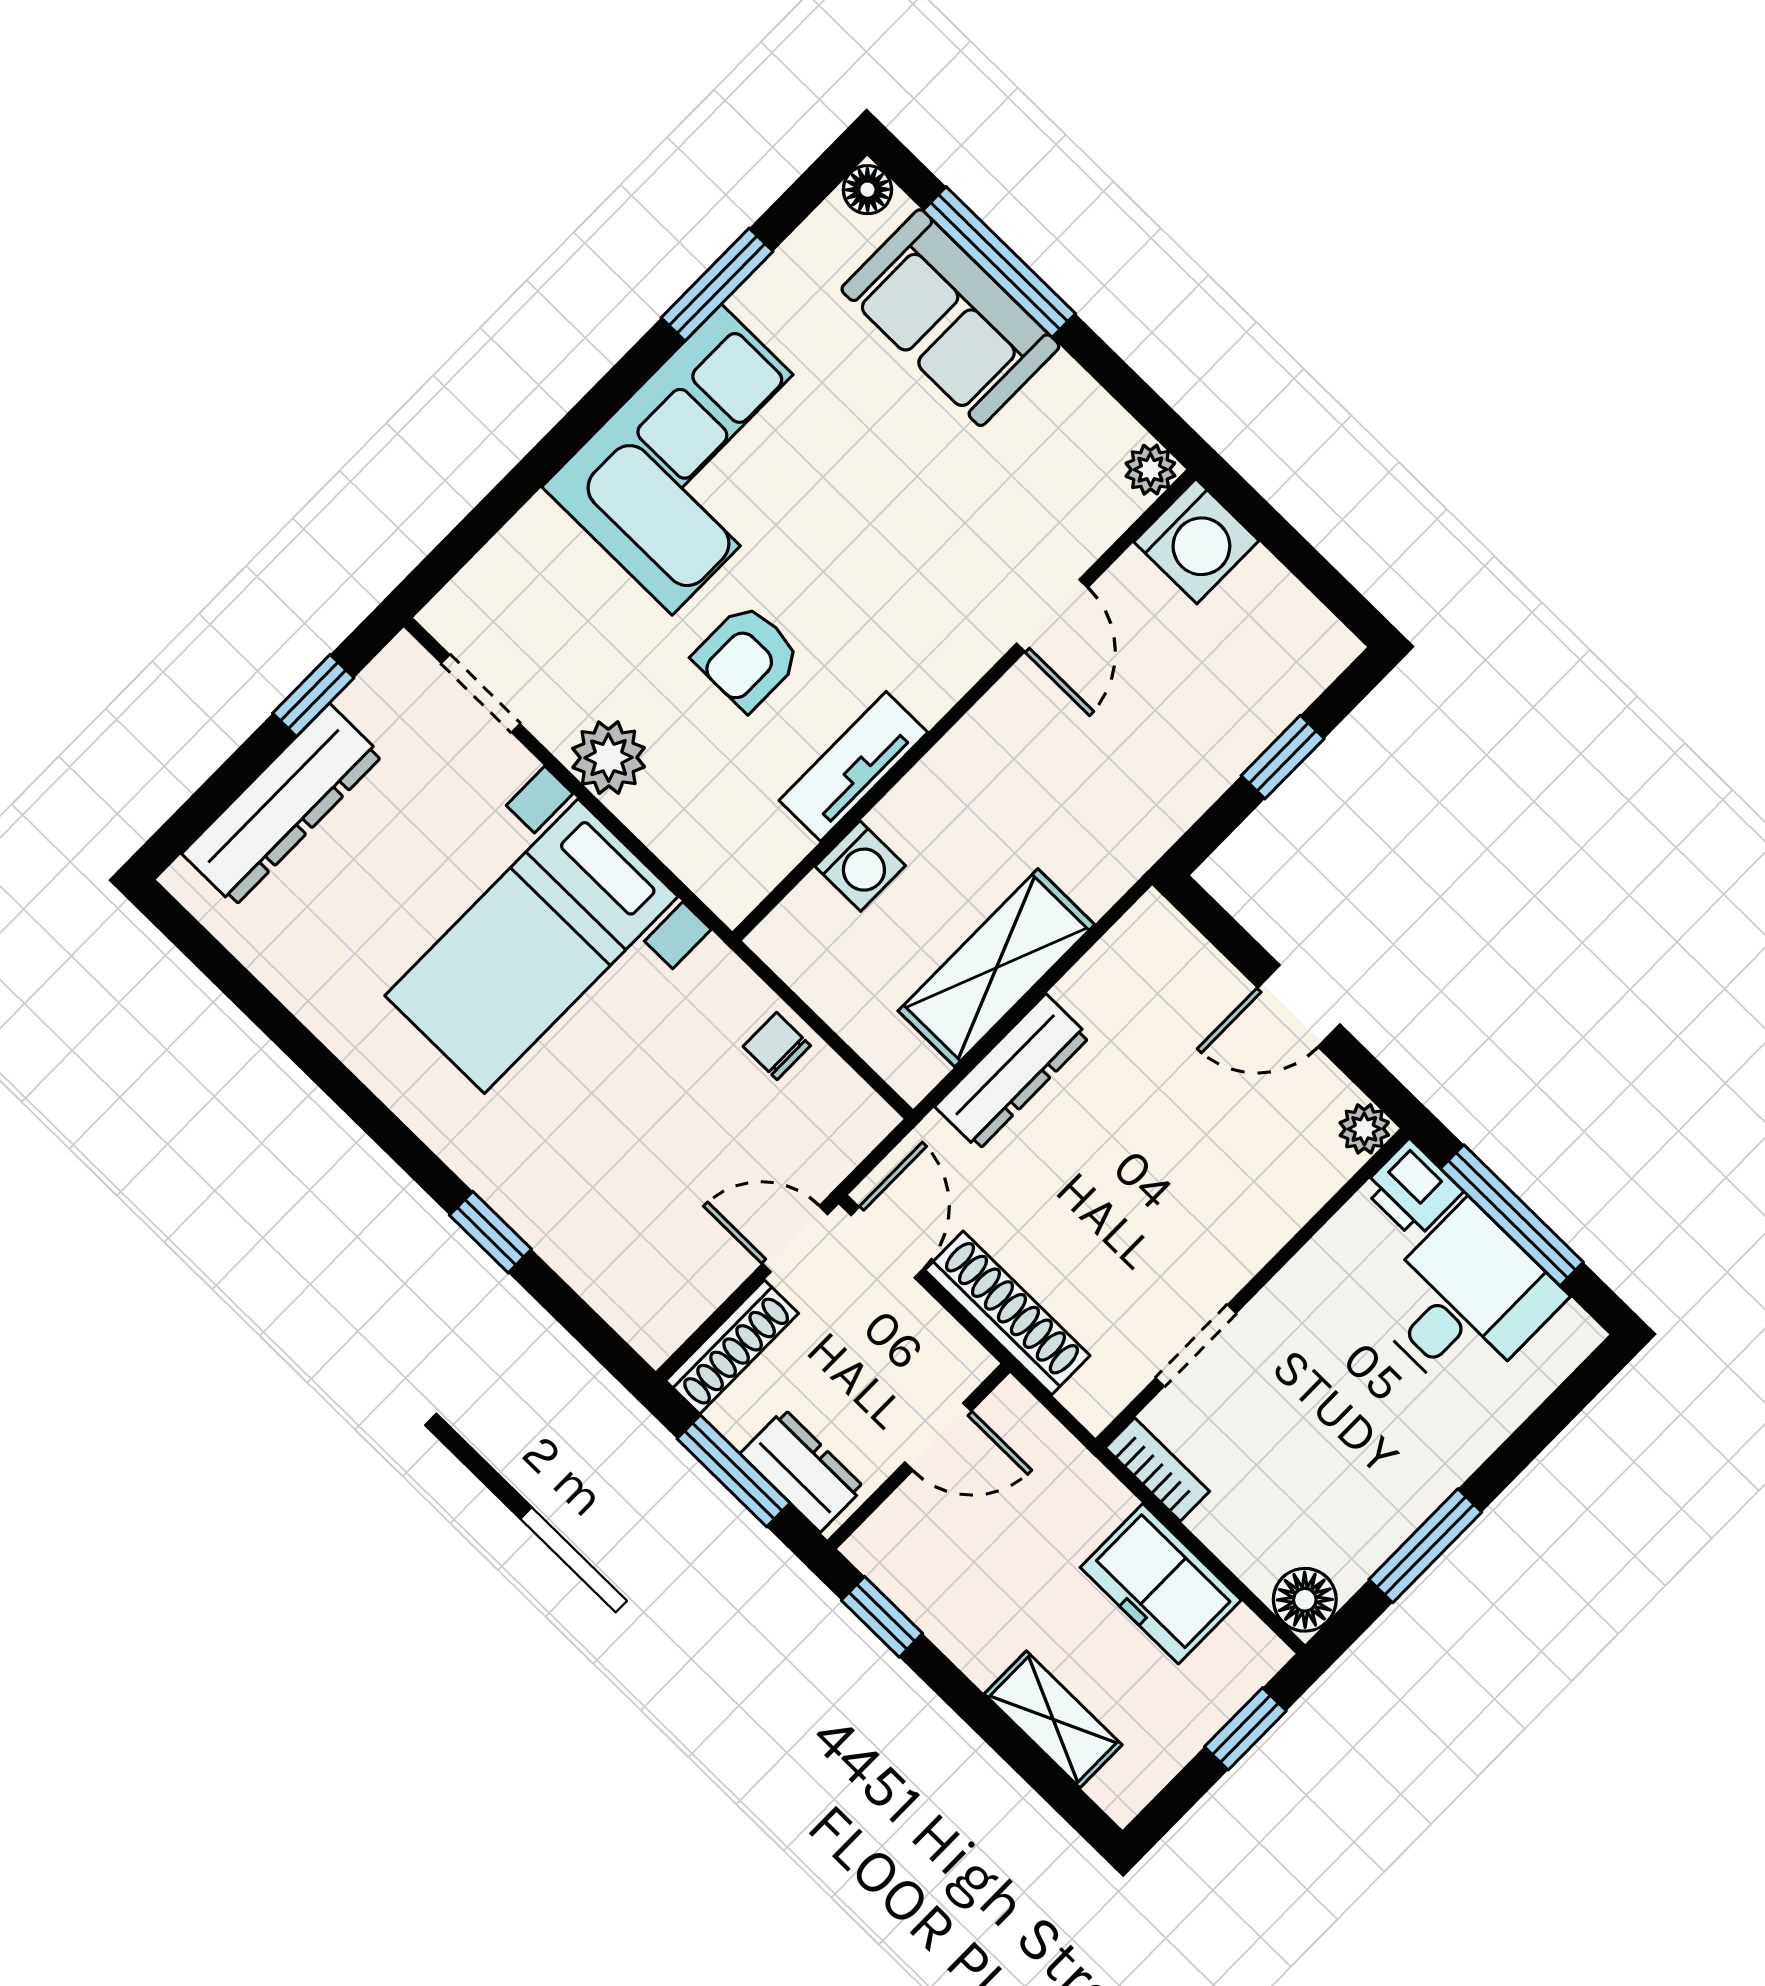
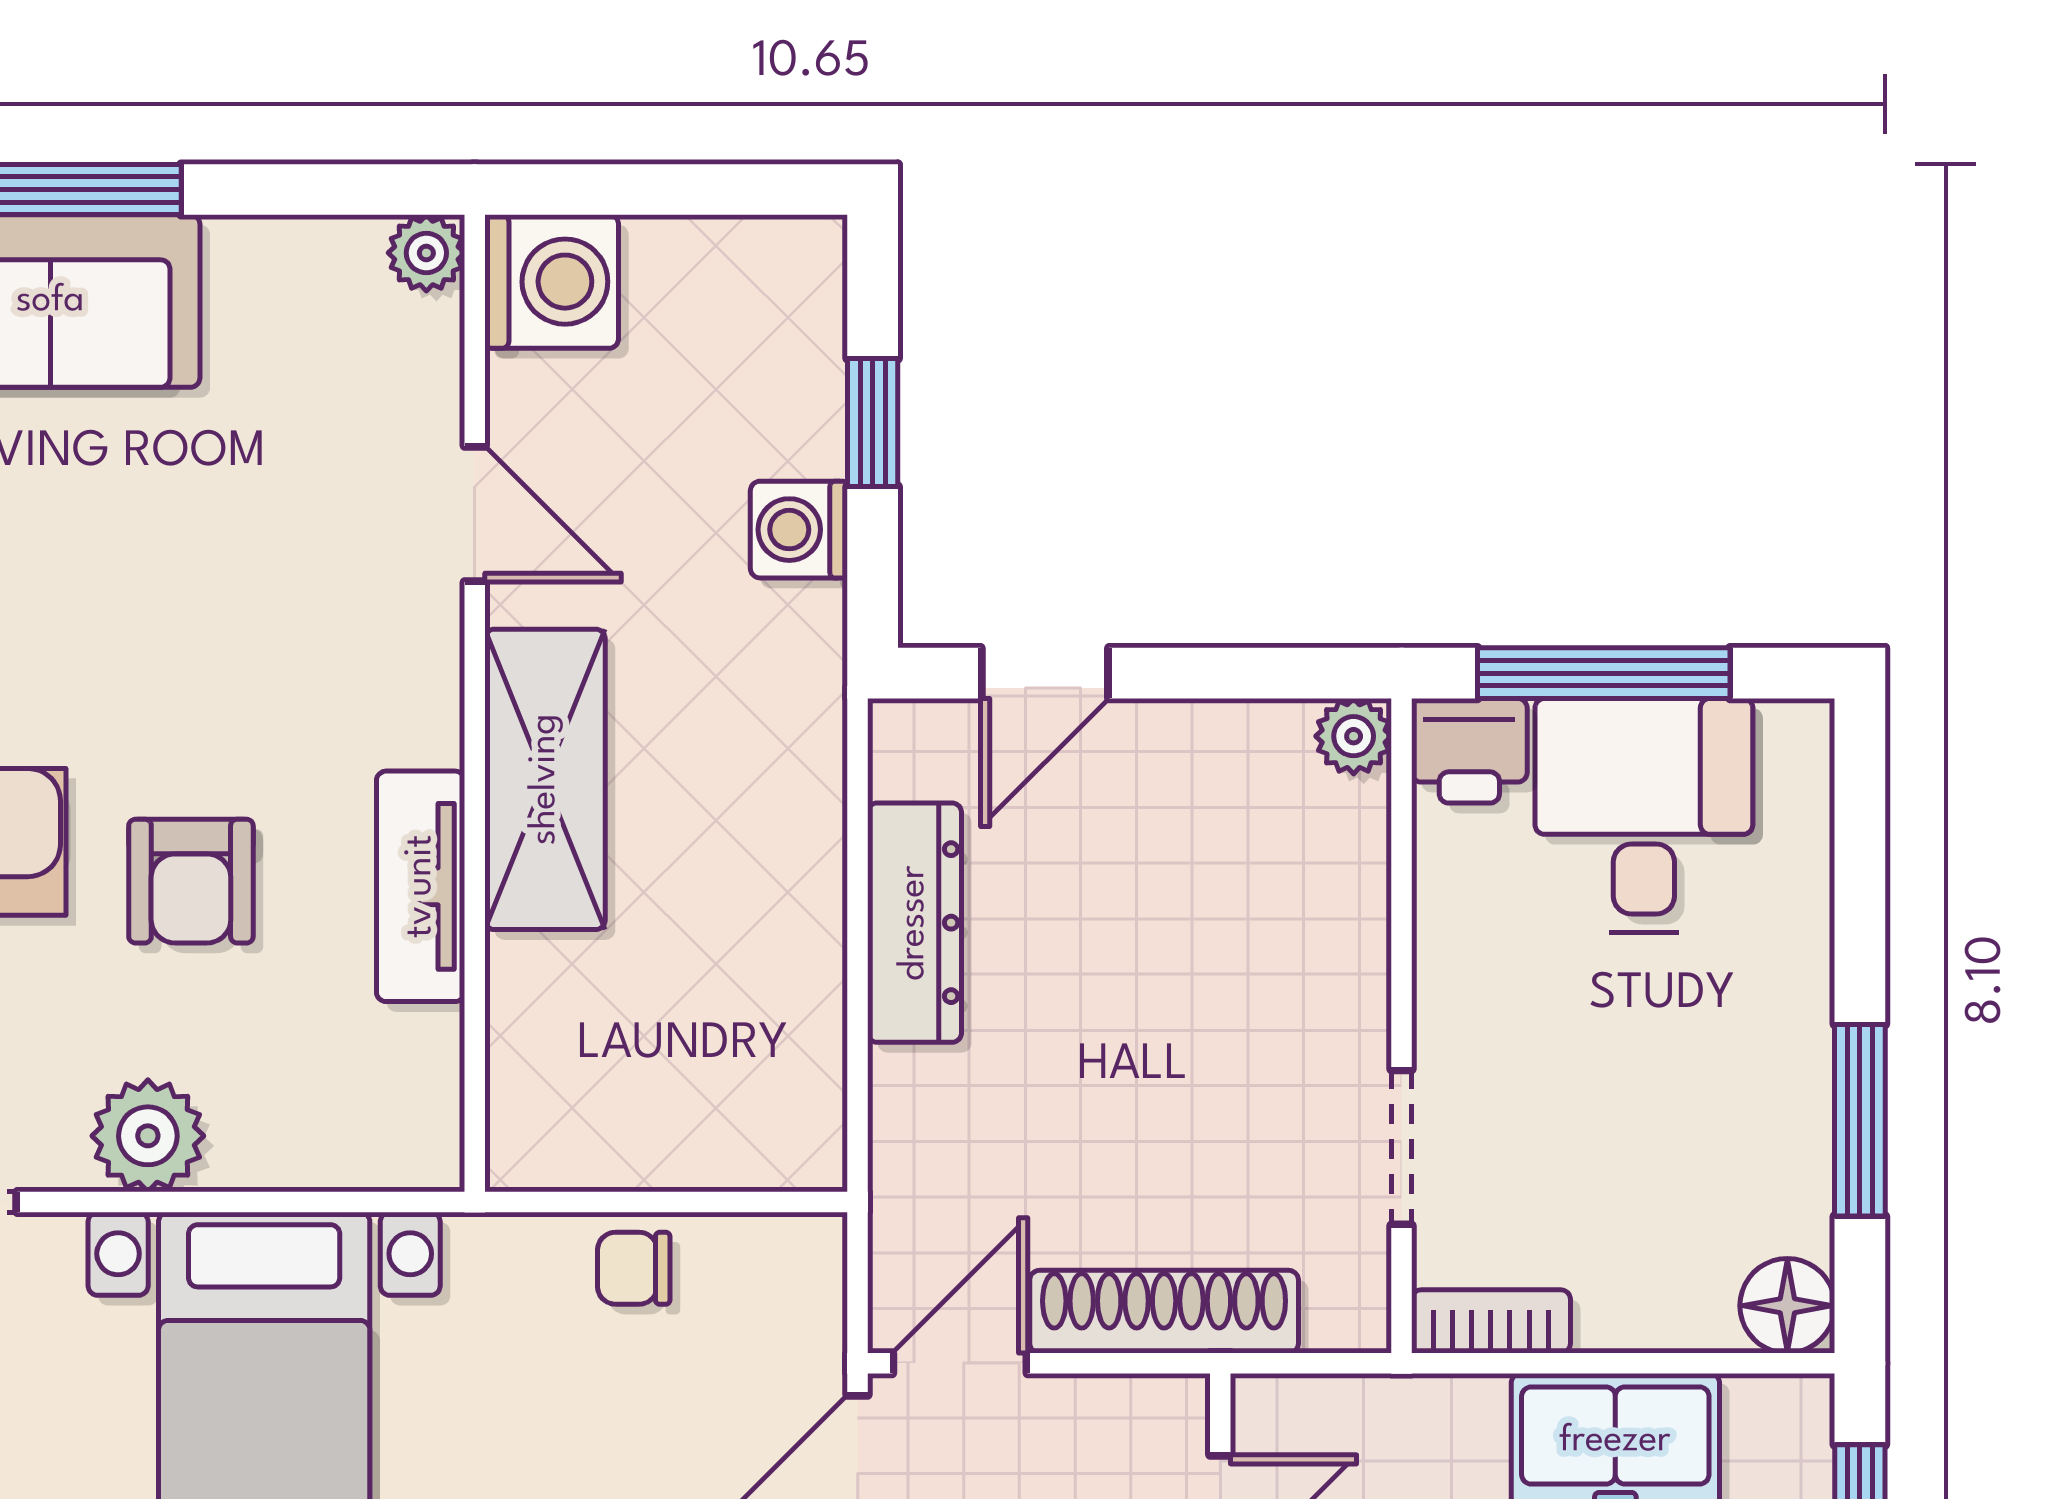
washing machine: (860, 866) -> (799, 530), moved, turned 180
shelving: (996, 968) -> (545, 779), moved
door: (1299, 1006) -> (1045, 673), moved
dresser: (1012, 1072) -> (914, 923), moved
door: (887, 1242) -> (960, 1363), hinge flipped

